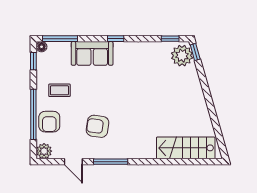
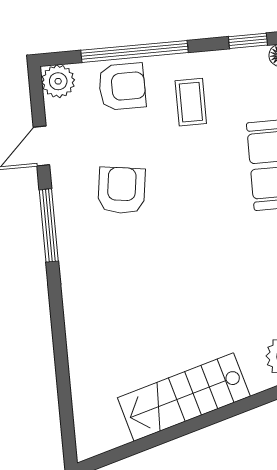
armchair: (49, 122) -> (122, 87), turned 180
stairs: (186, 148) -> (184, 397), moved, turned -106

